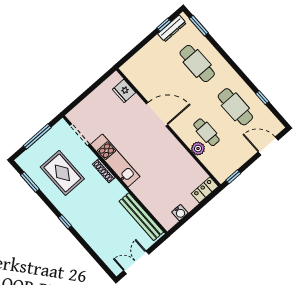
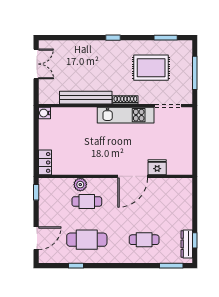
cafe table: (197, 63) -> (144, 240), width x0.73, depth x0.74
fridge: (124, 91) -> (157, 167), moved
water cooler: (180, 213) -> (45, 113), moved
bench: (141, 217) -> (86, 98), moved

